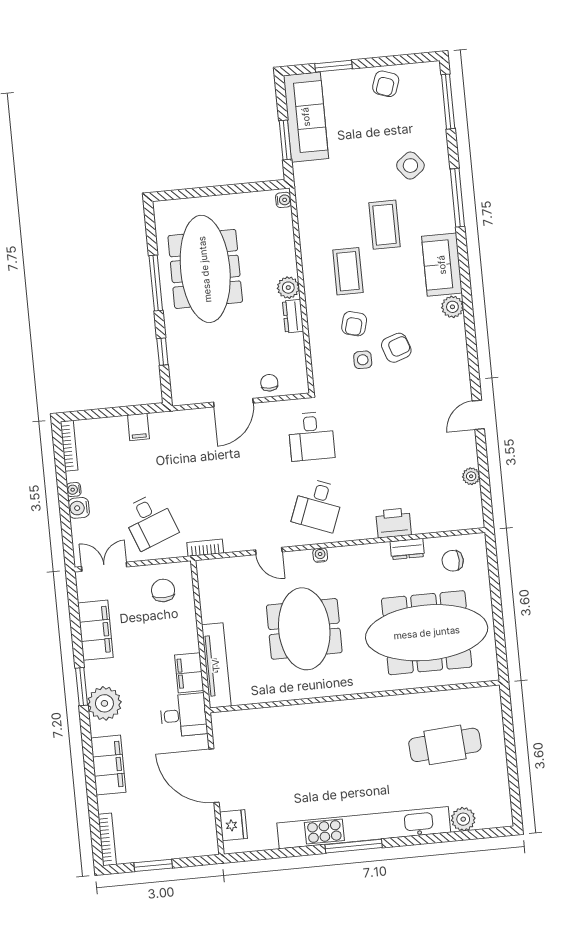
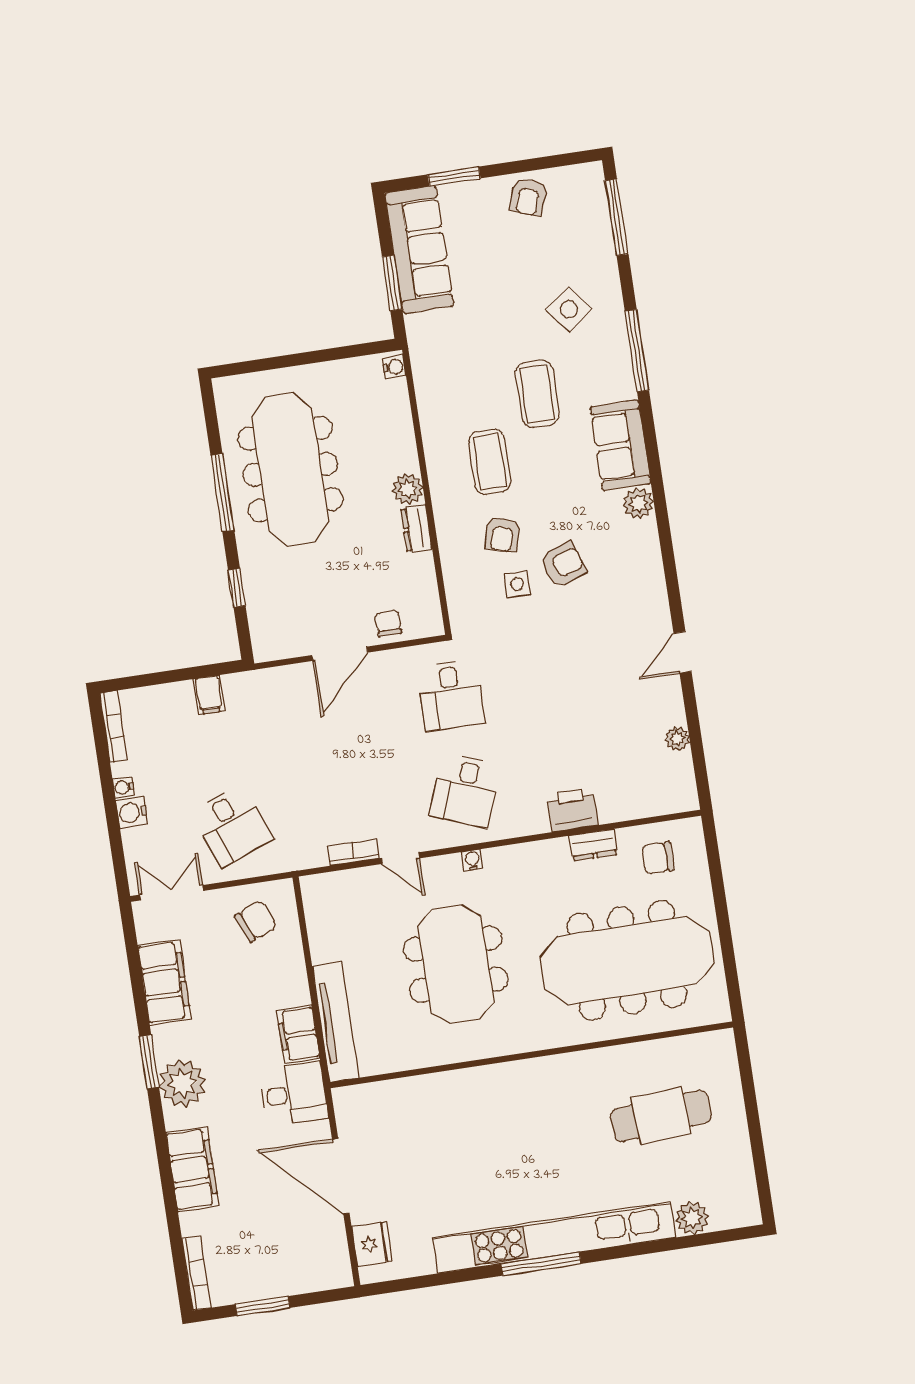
bookcase: (205, 548) -> (353, 852), moved
chair: (163, 590) -> (256, 921), turned 67

